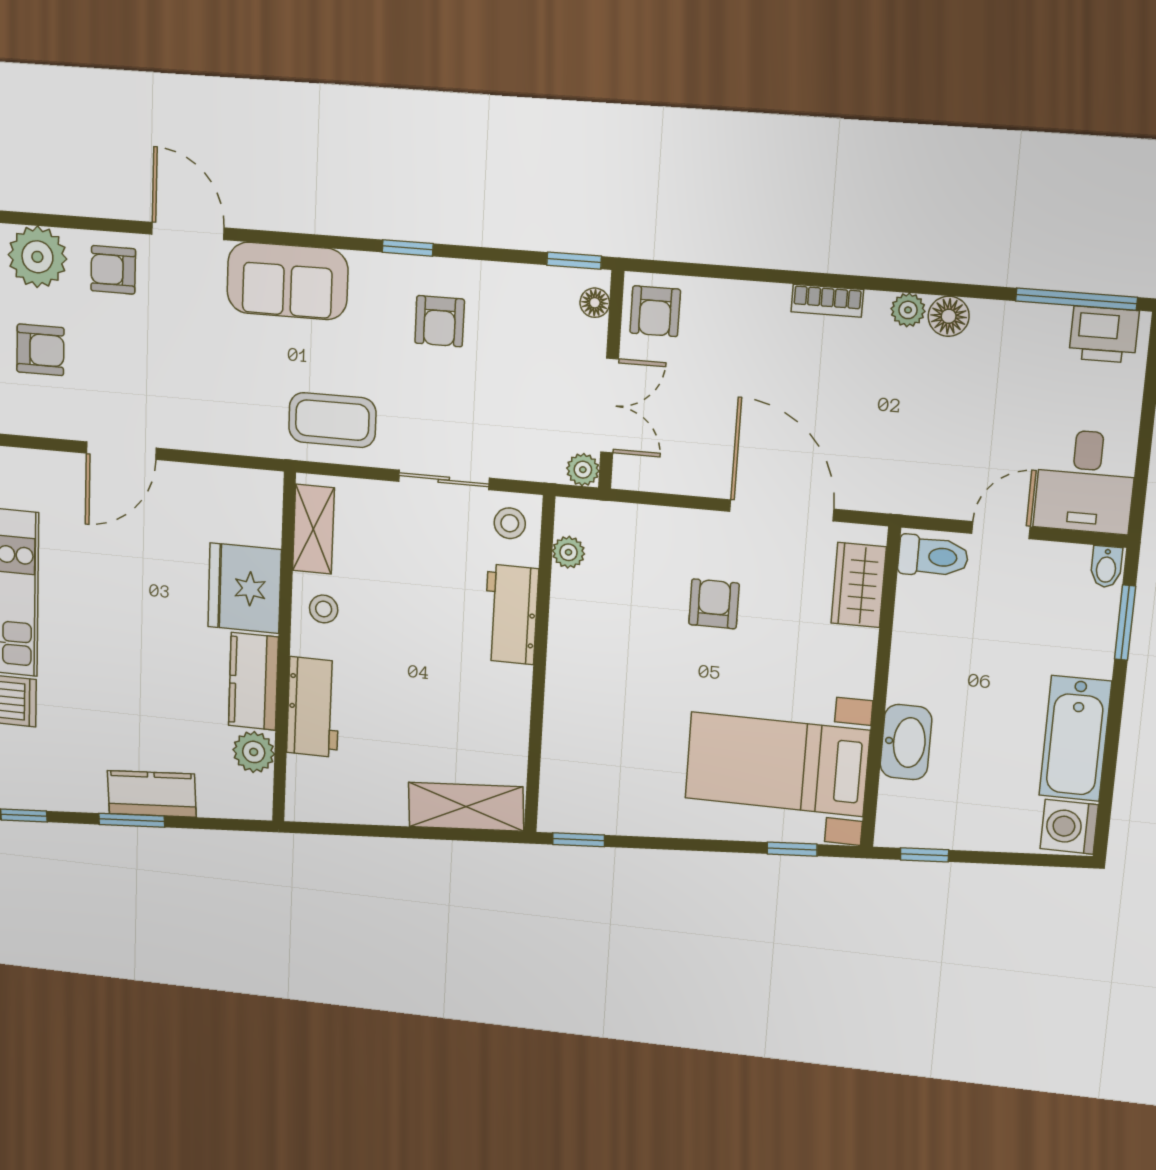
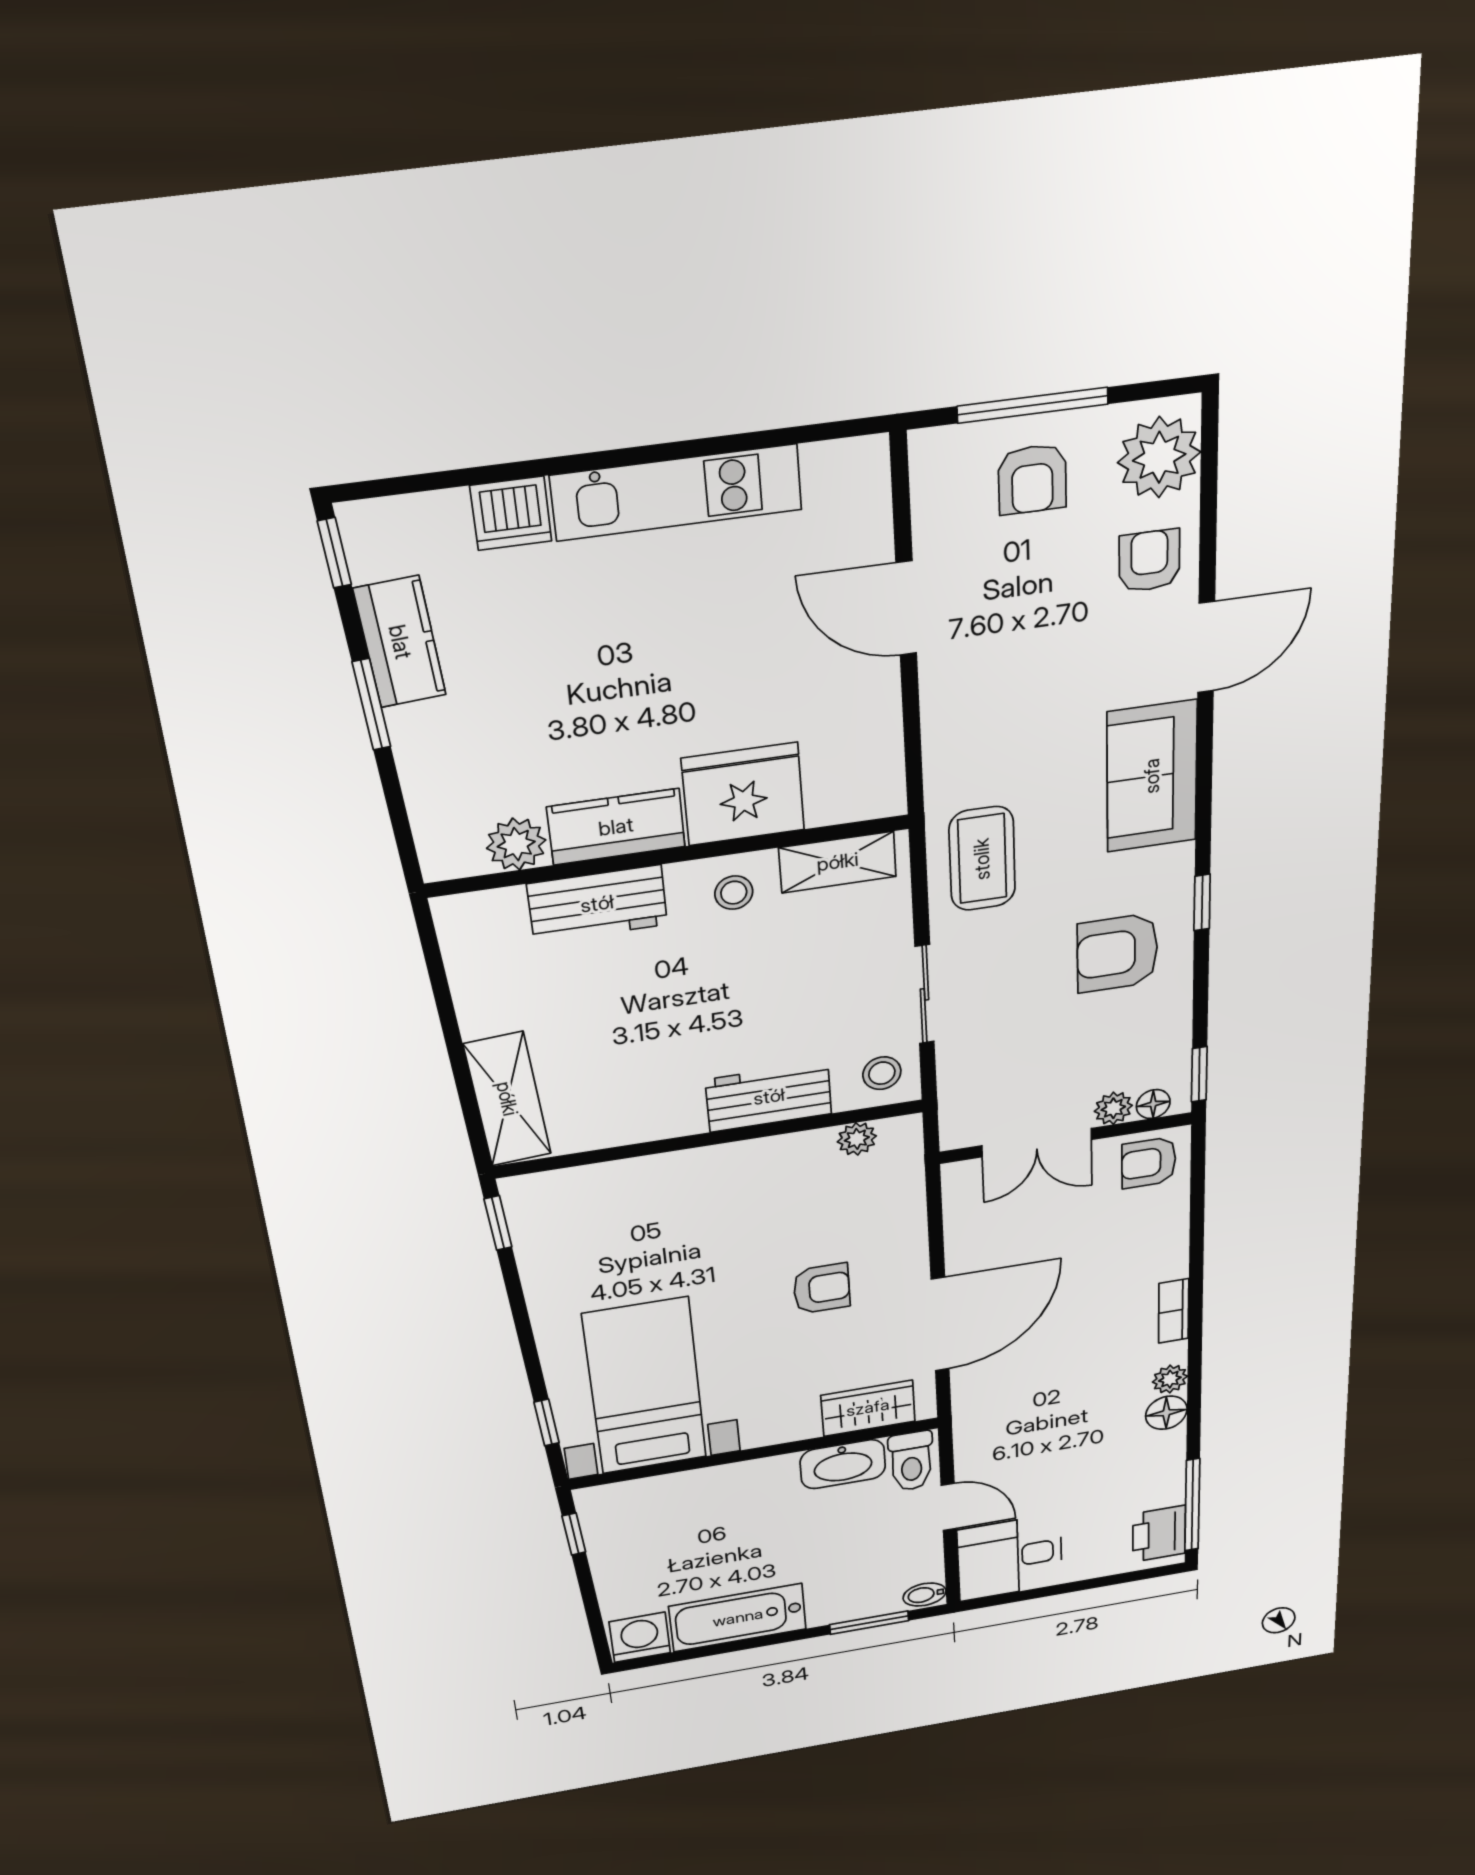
armchair: (440, 321) -> (1117, 953), width x1.38, depth x1.38
plant: (583, 470) -> (1113, 1108), moved
washbasin: (906, 742) -> (843, 1464), moved
kitchen counter: (152, 794) -> (400, 642), moved

